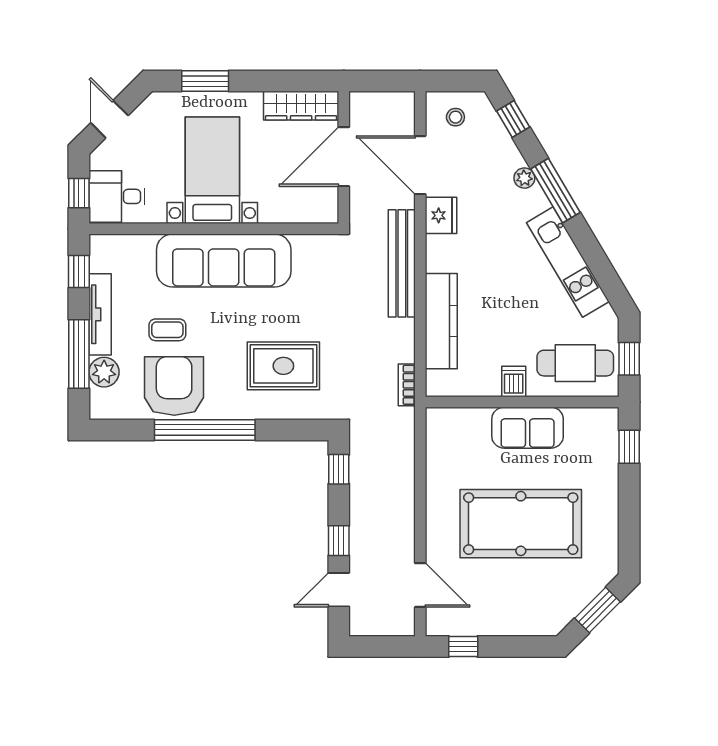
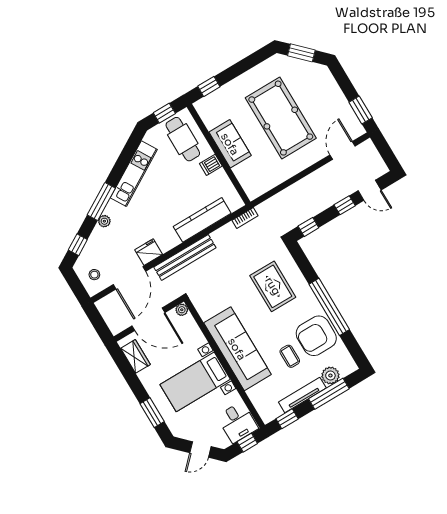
wardrobe: (301, 106) -> (135, 356), width x0.67
plant: (329, 213) -> (182, 310), added
window: (463, 646) -> (361, 110), width x1.50

